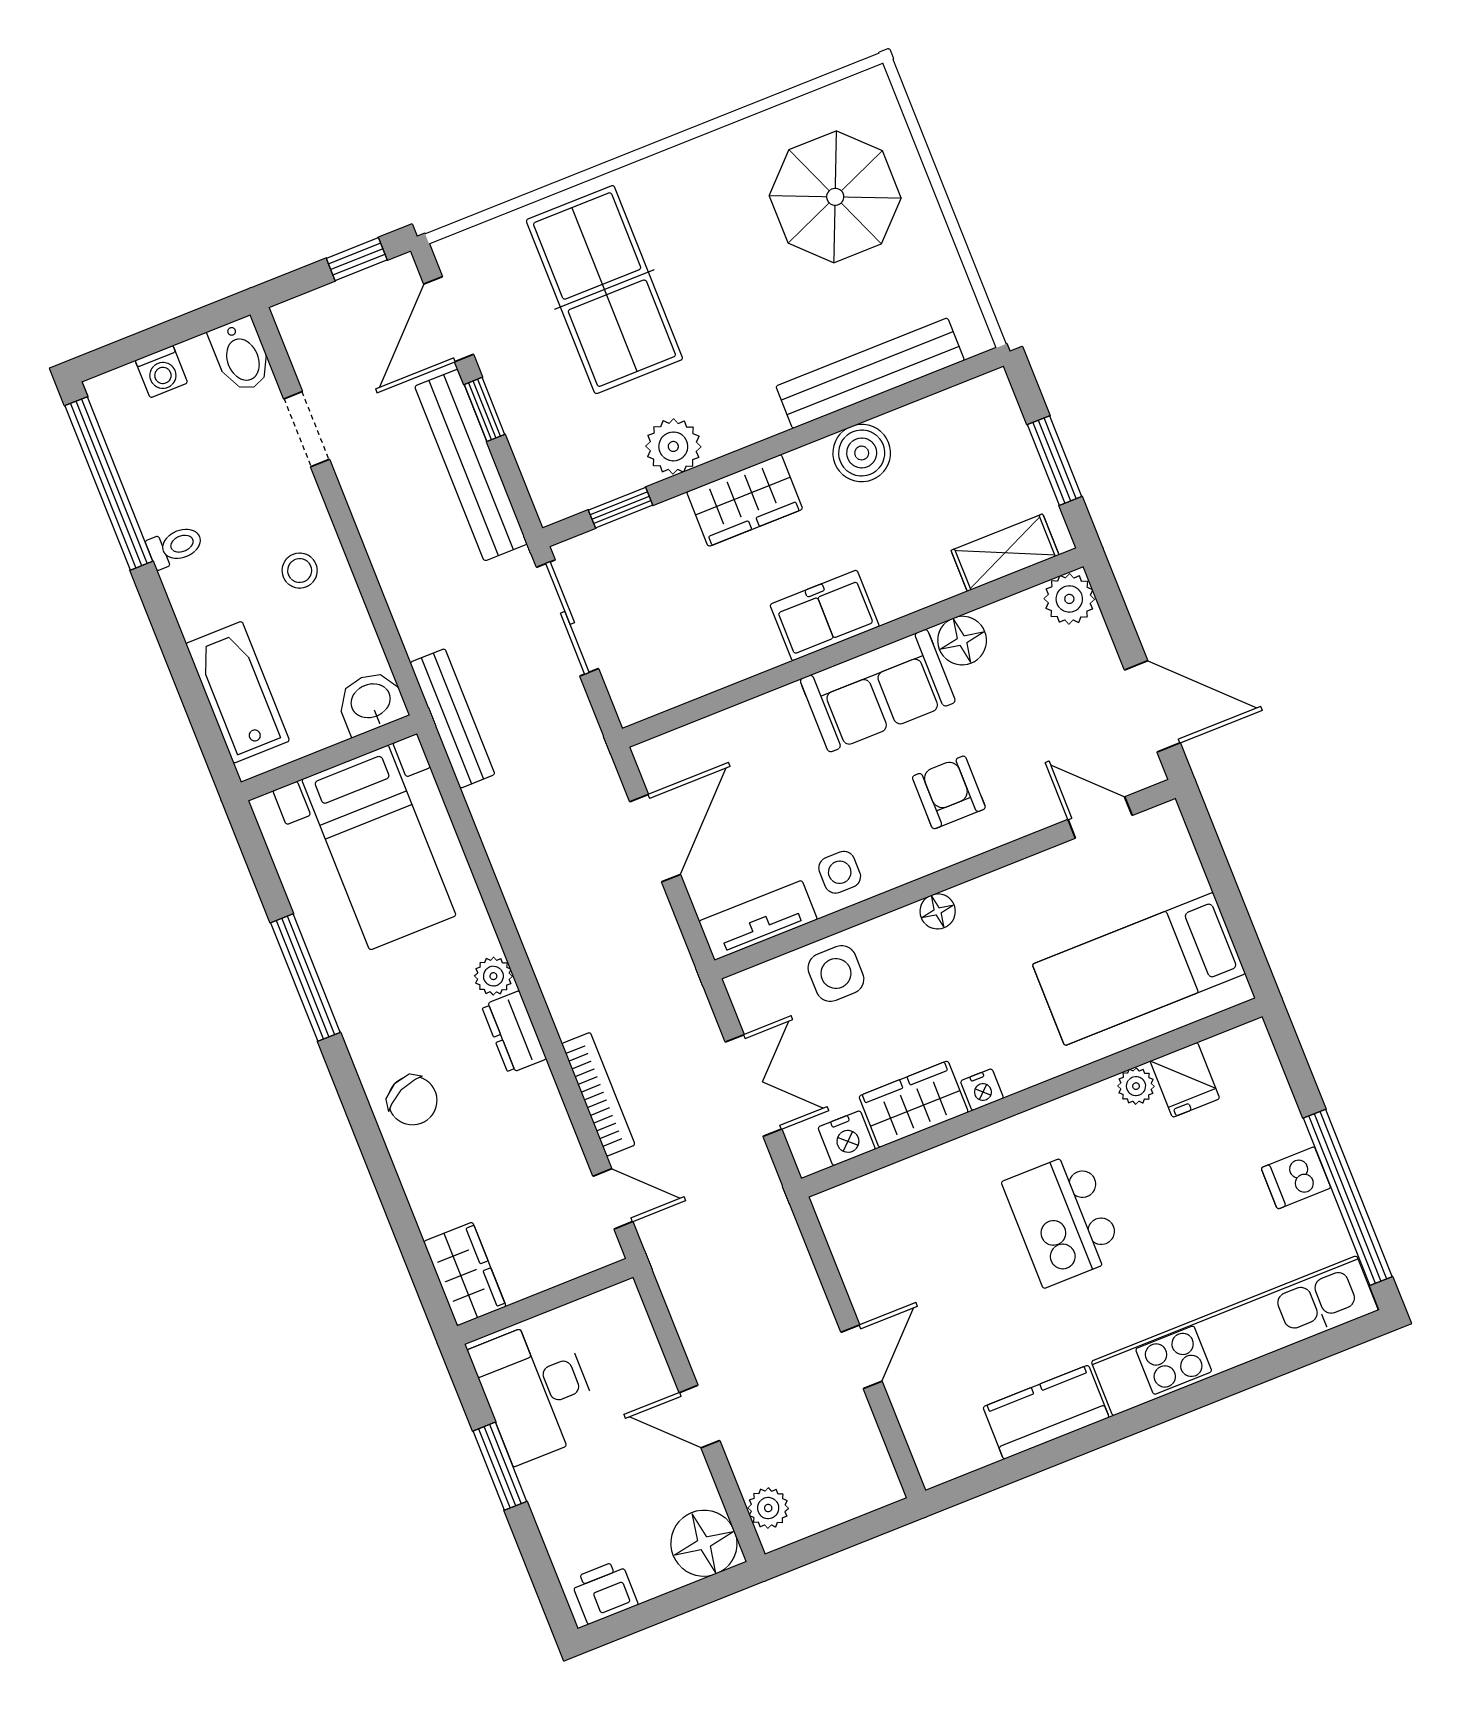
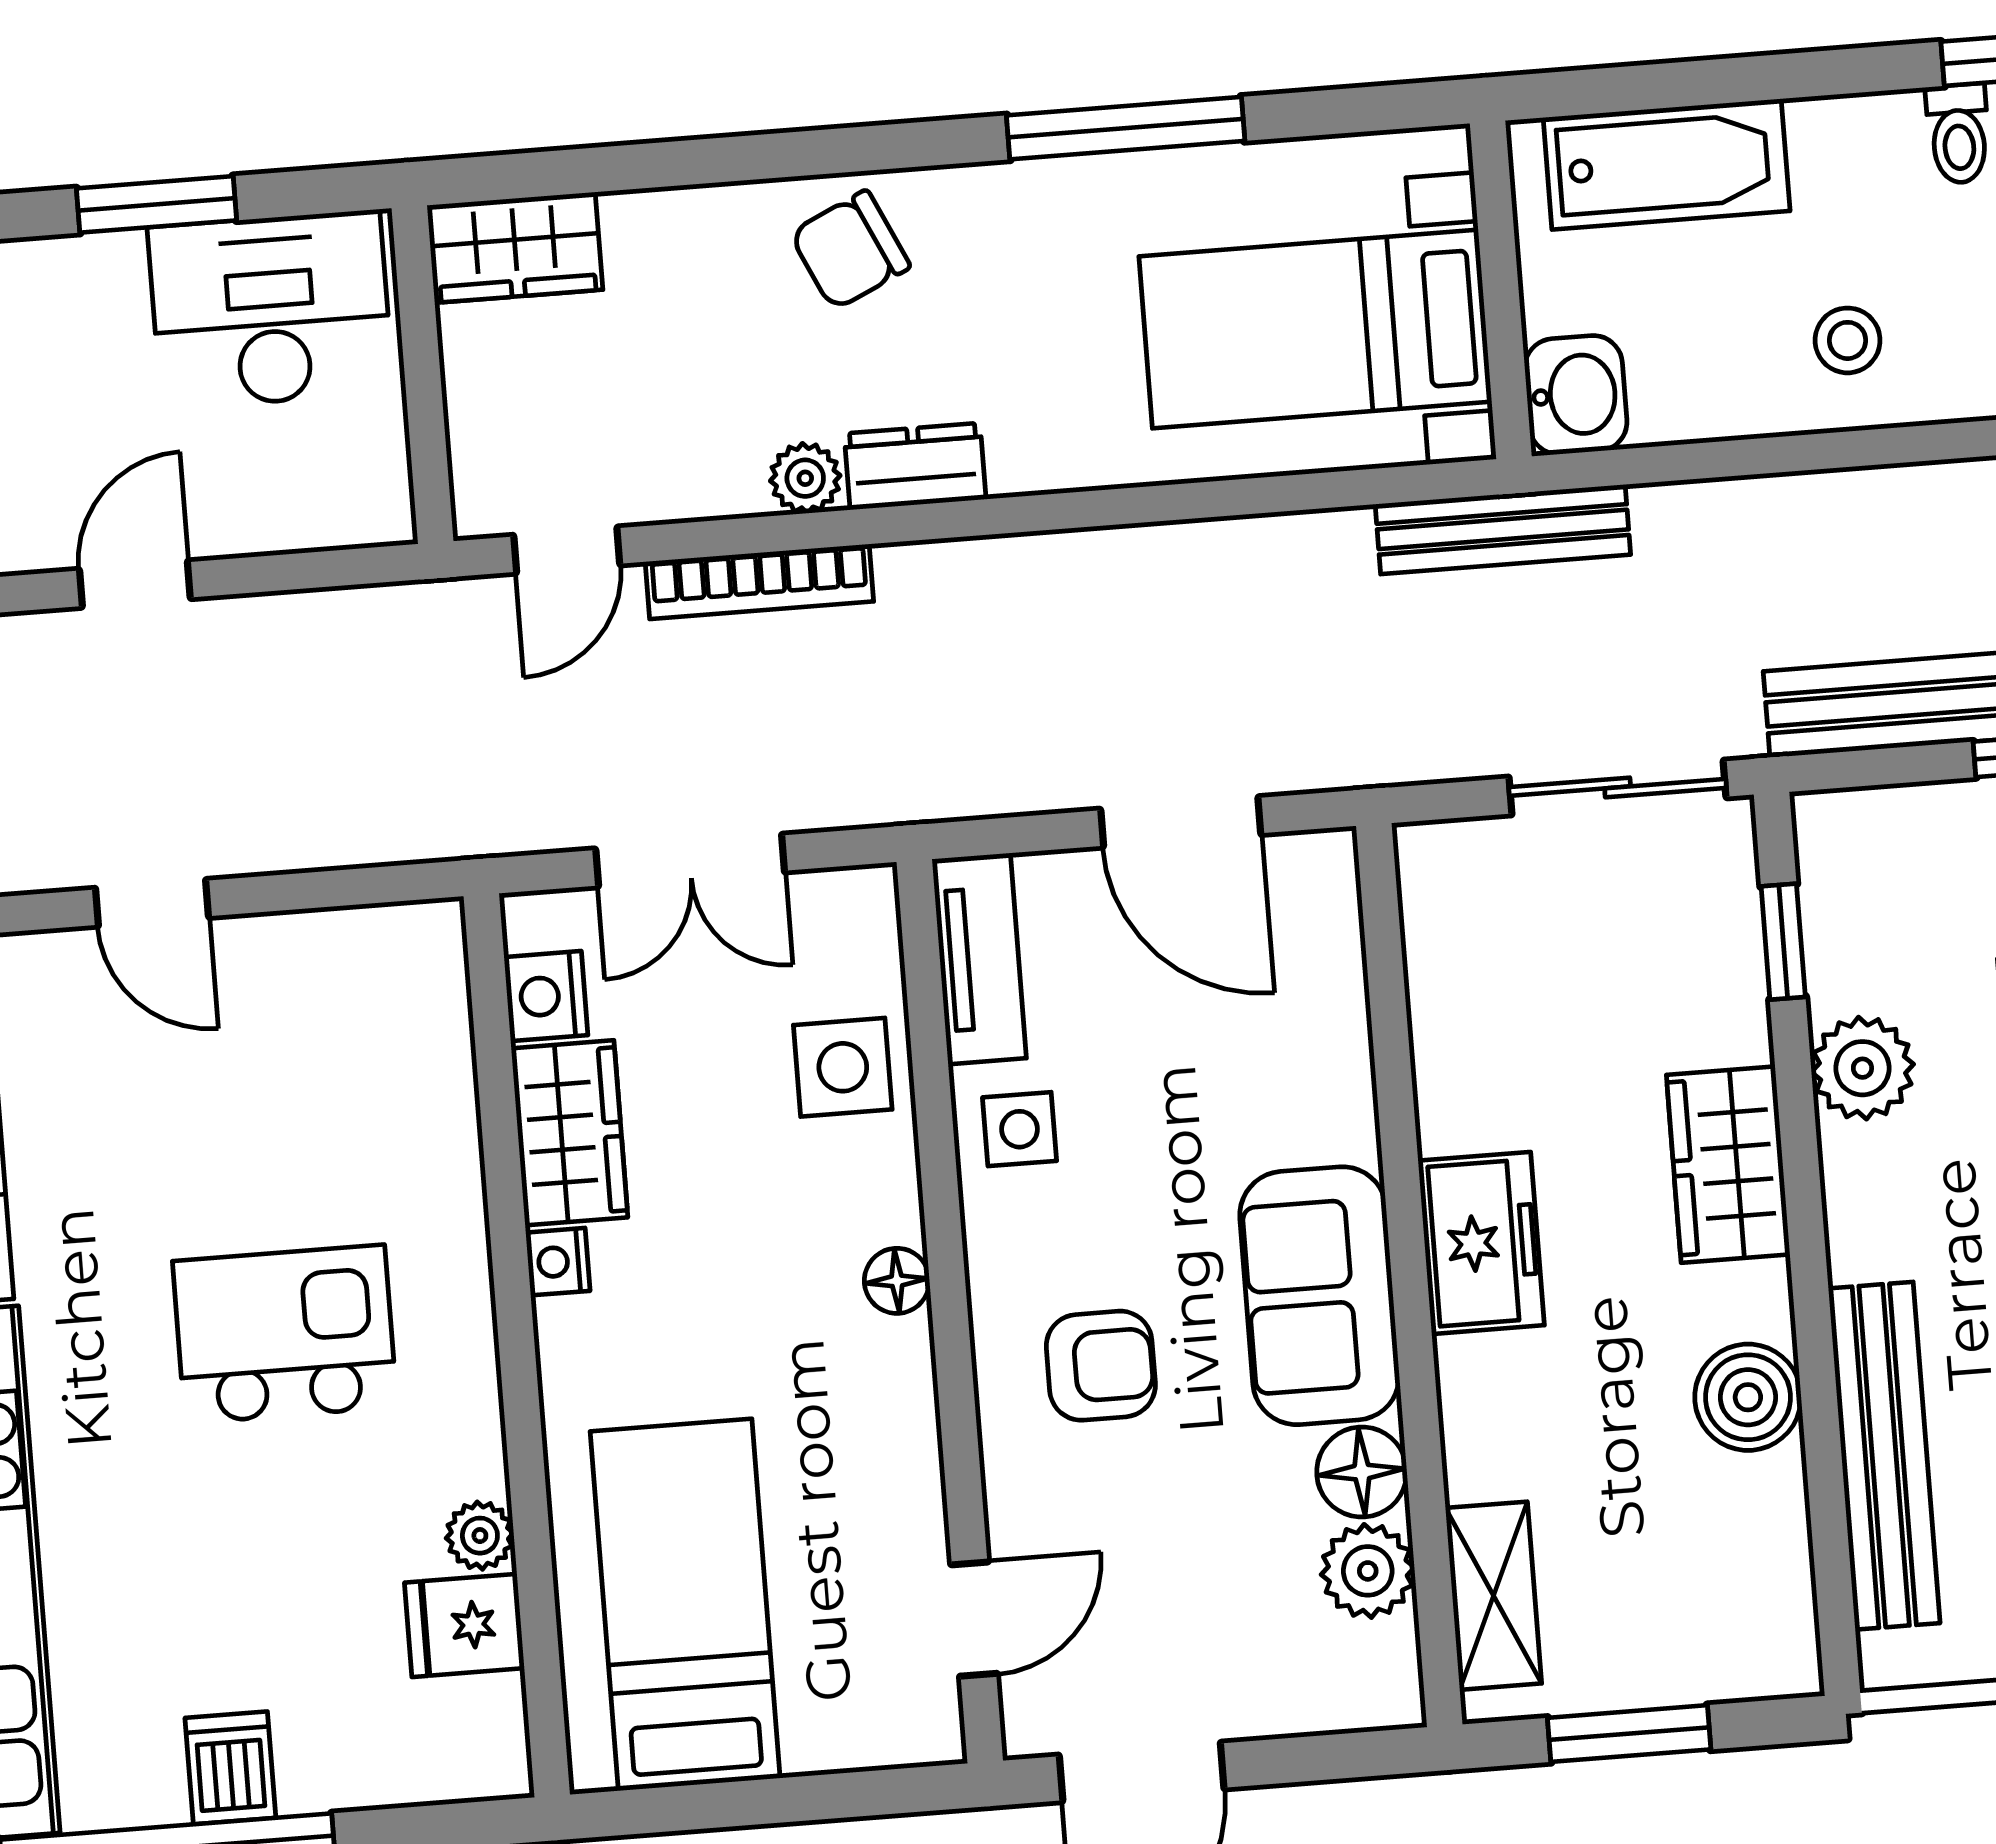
plant: (1069, 599) -> (1368, 1571), moved
plant: (493, 976) -> (805, 478), moved

